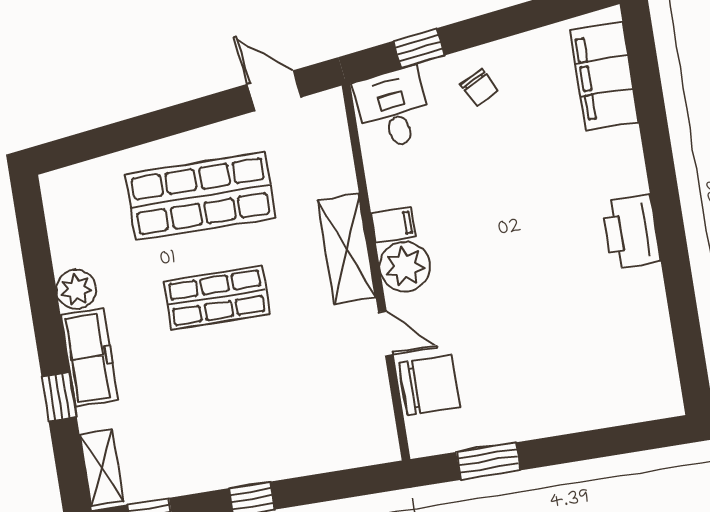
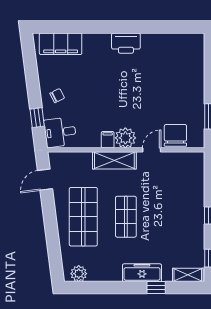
plant: (76, 289) -> (79, 274), moved

